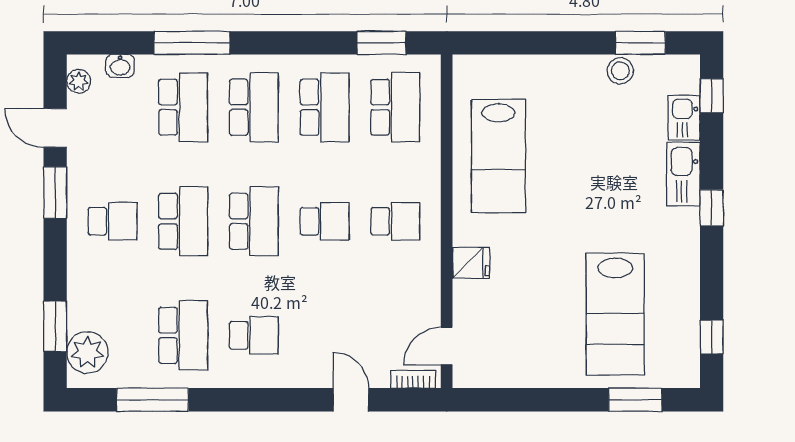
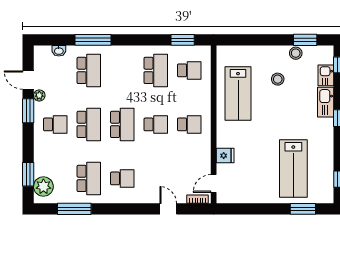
plant: (79, 81) -> (39, 95), moved
school desk: (254, 107) -> (122, 70), removed
school desk: (395, 107) -> (189, 70), width x0.54
stool: (582, 126) -> (278, 79), added
fridge: (471, 263) -> (225, 156), moved

